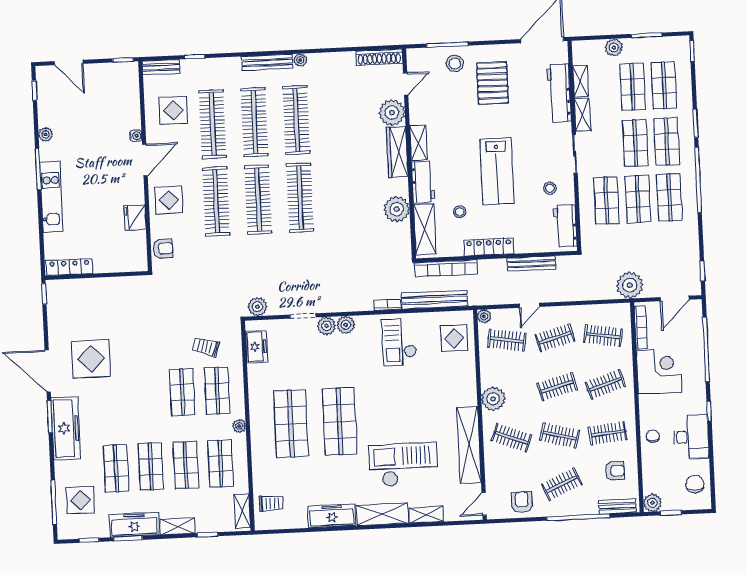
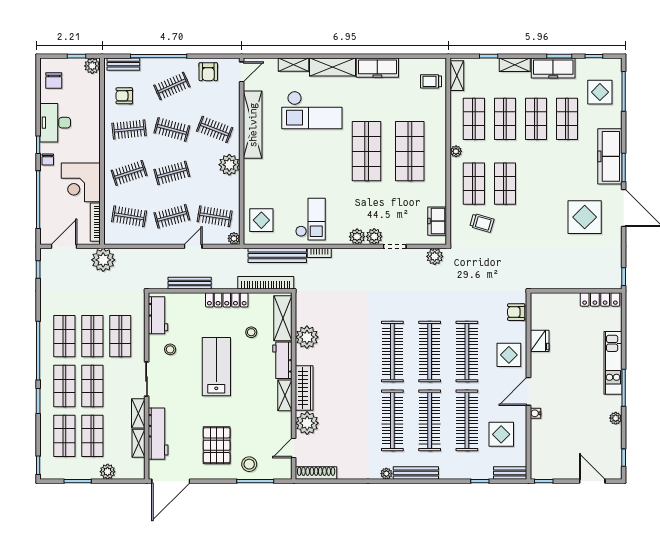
chair: (653, 436) -> (48, 159), moved

